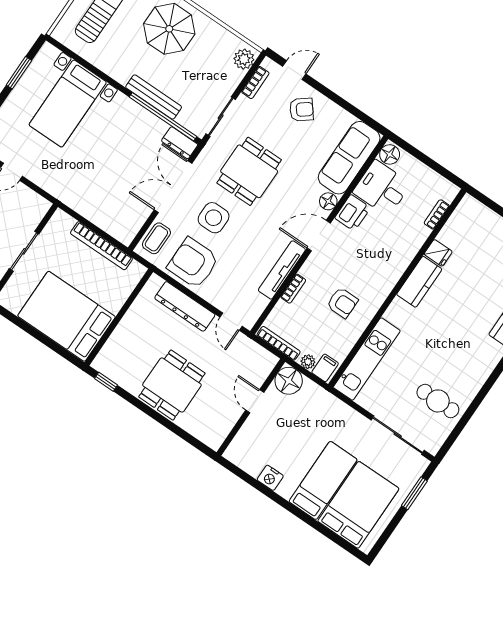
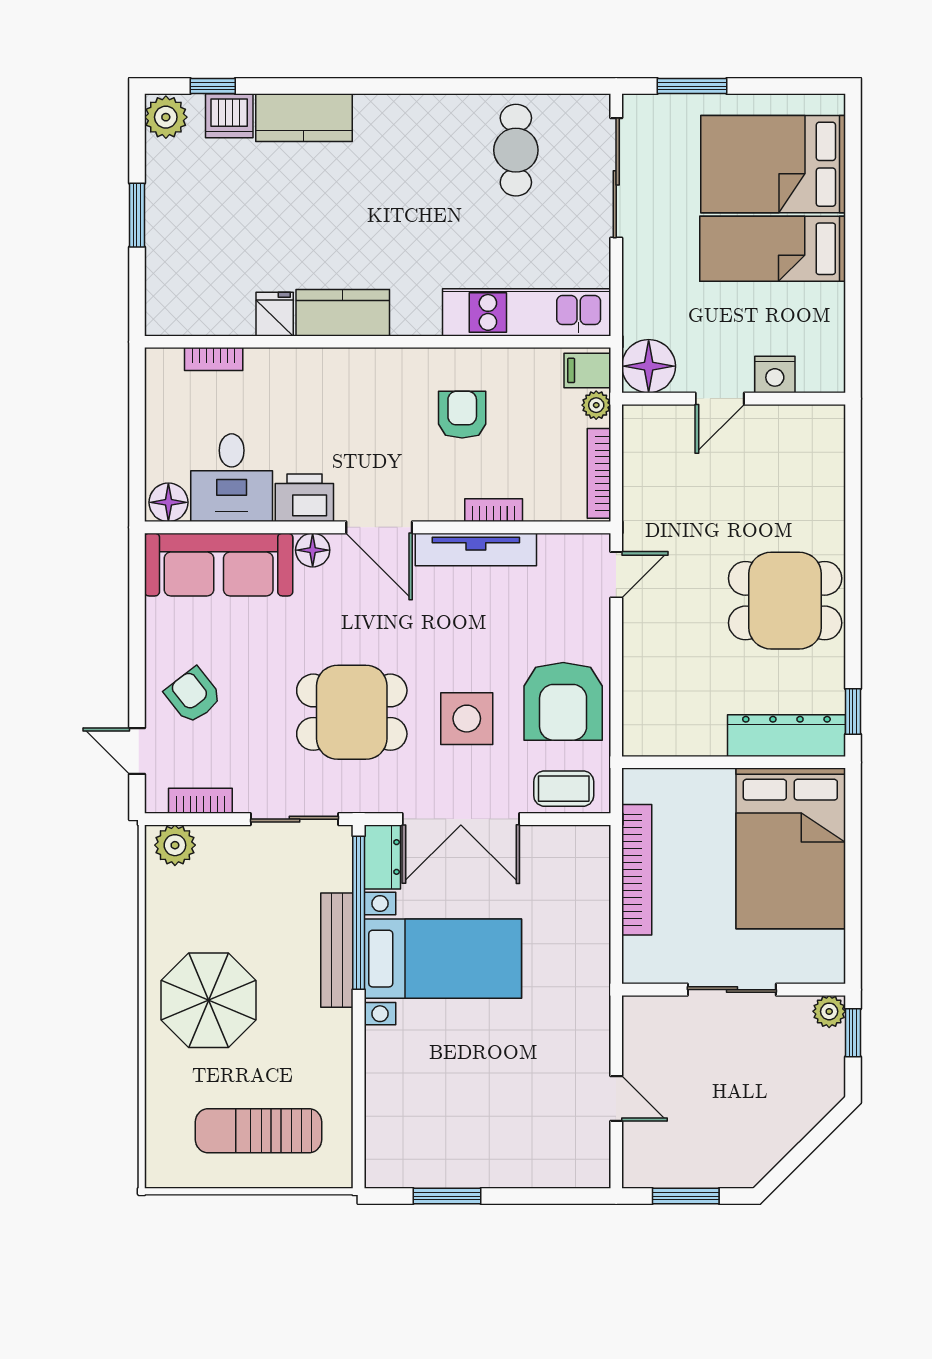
bed with nightstands: (68, 104) -> (443, 959), moved
dresser: (185, 306) -> (786, 736), moved, turned -90
floor lamp: (289, 381) -> (649, 366), moved
door: (255, 401) -> (720, 399), moved
wall: (251, 407) -> (734, 399), moved
nightstand: (270, 478) -> (775, 374), moved, turned 90

